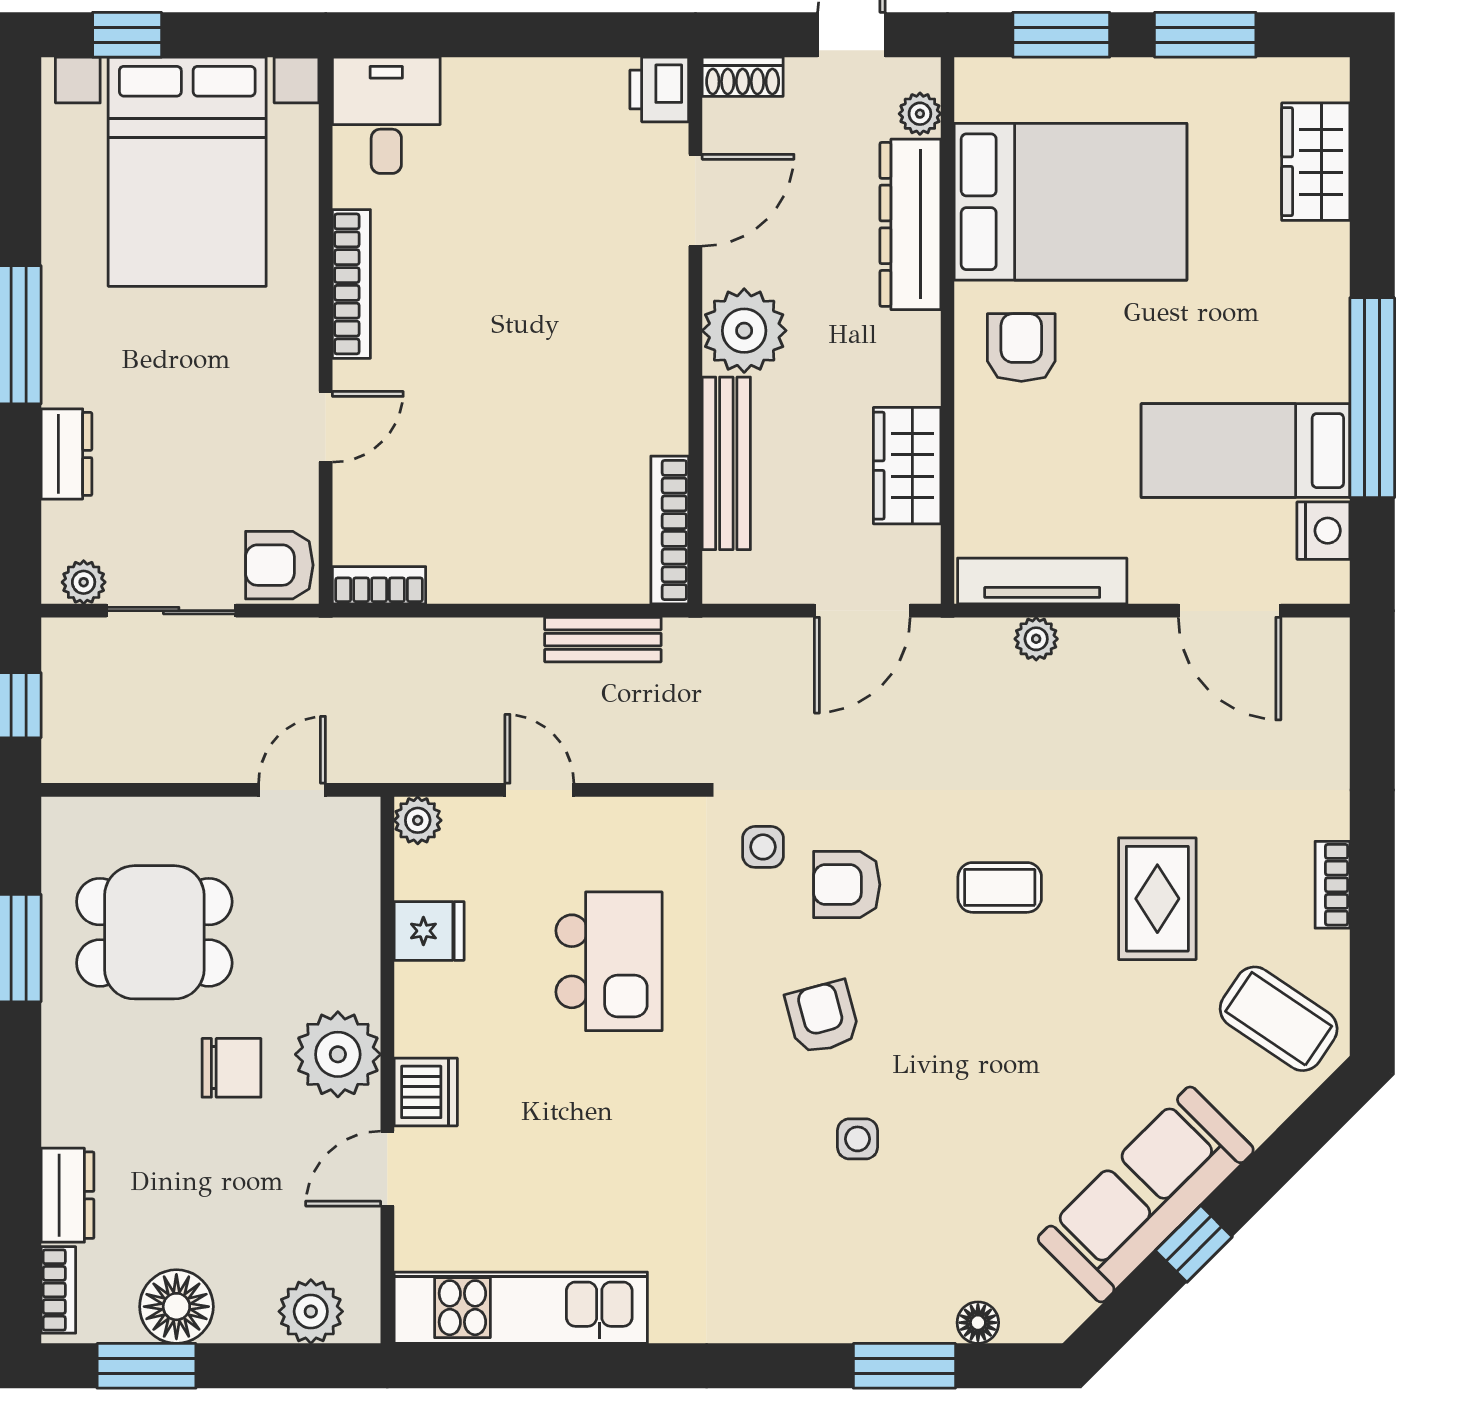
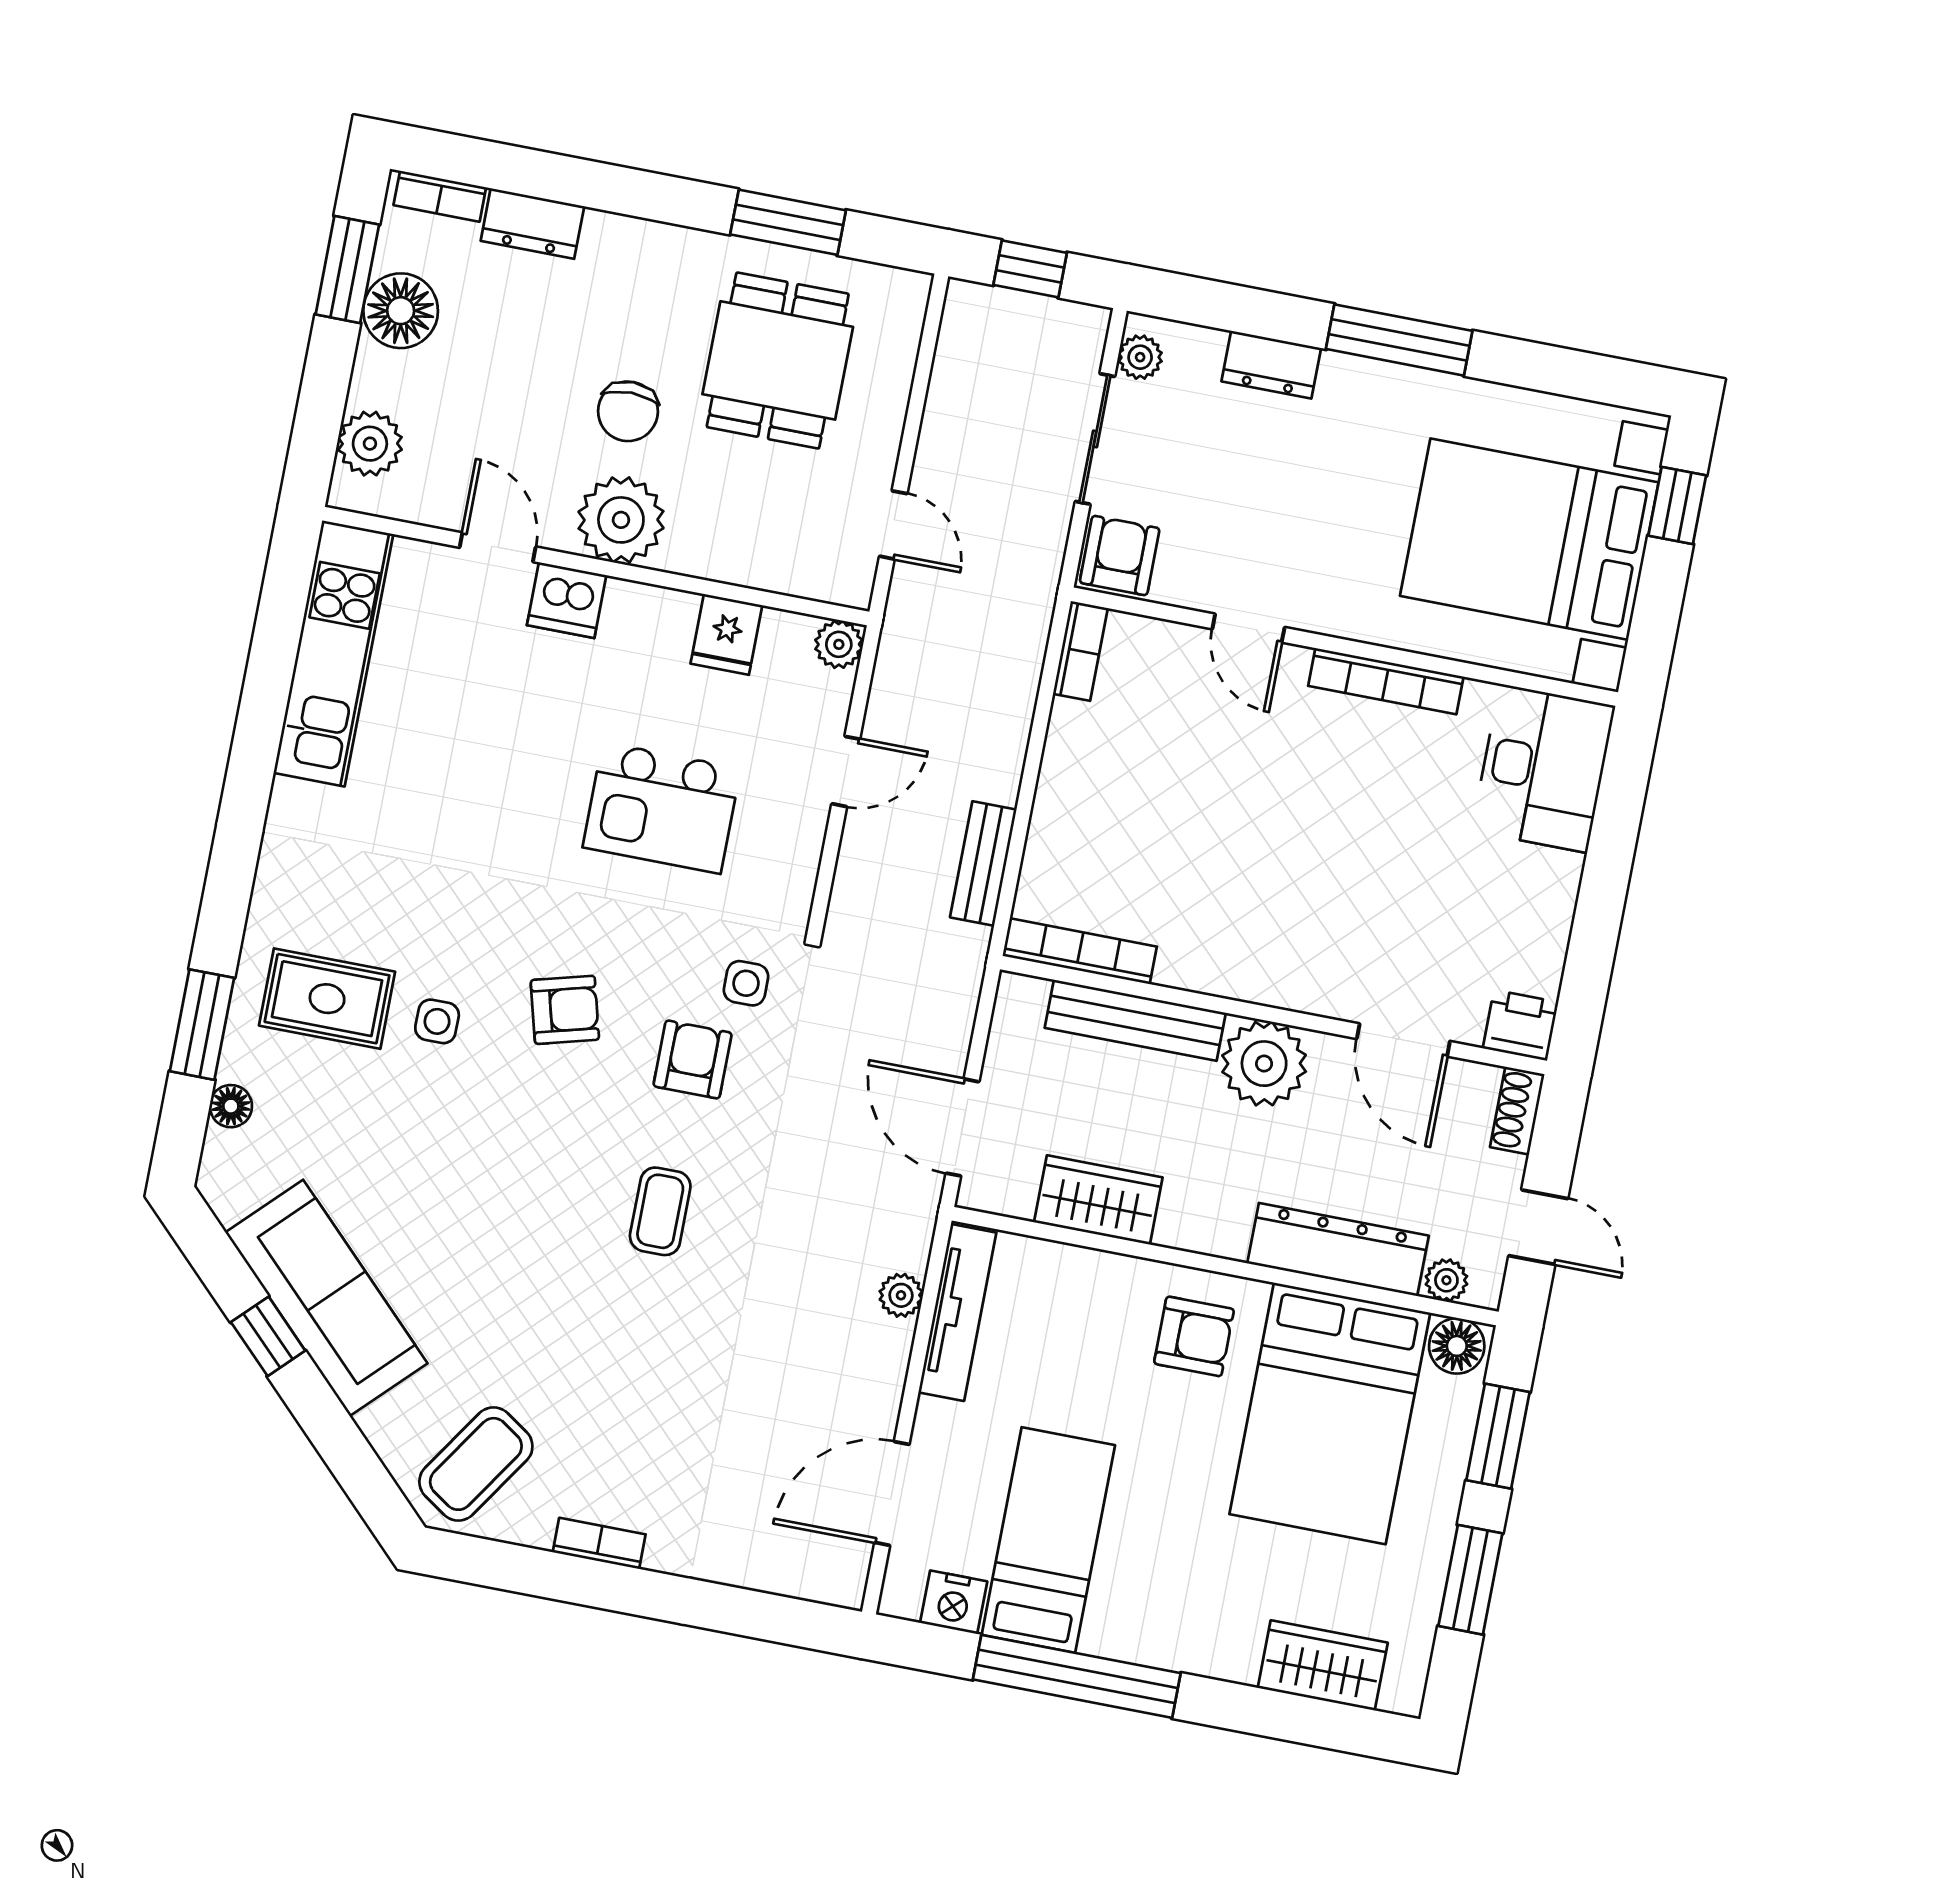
floor lamp: (982, 92) -> (1457, 1346), added
desk: (386, 115) -> (1543, 768), width x1.37
rug: (1157, 899) -> (327, 999), moved

